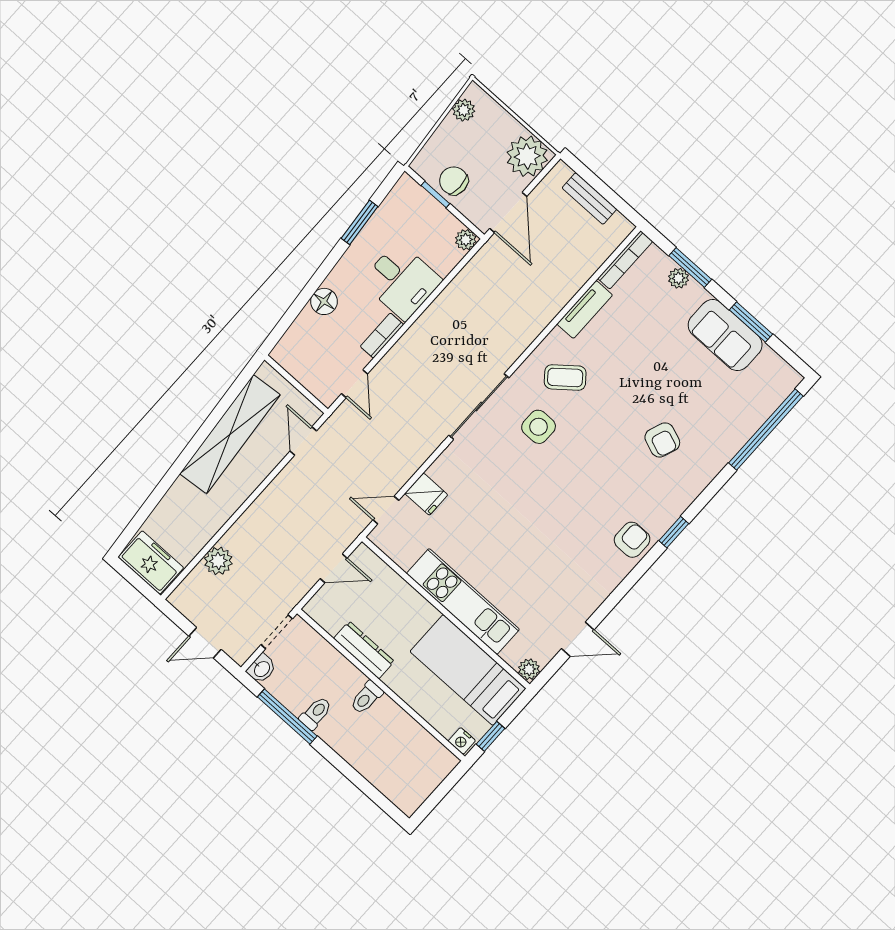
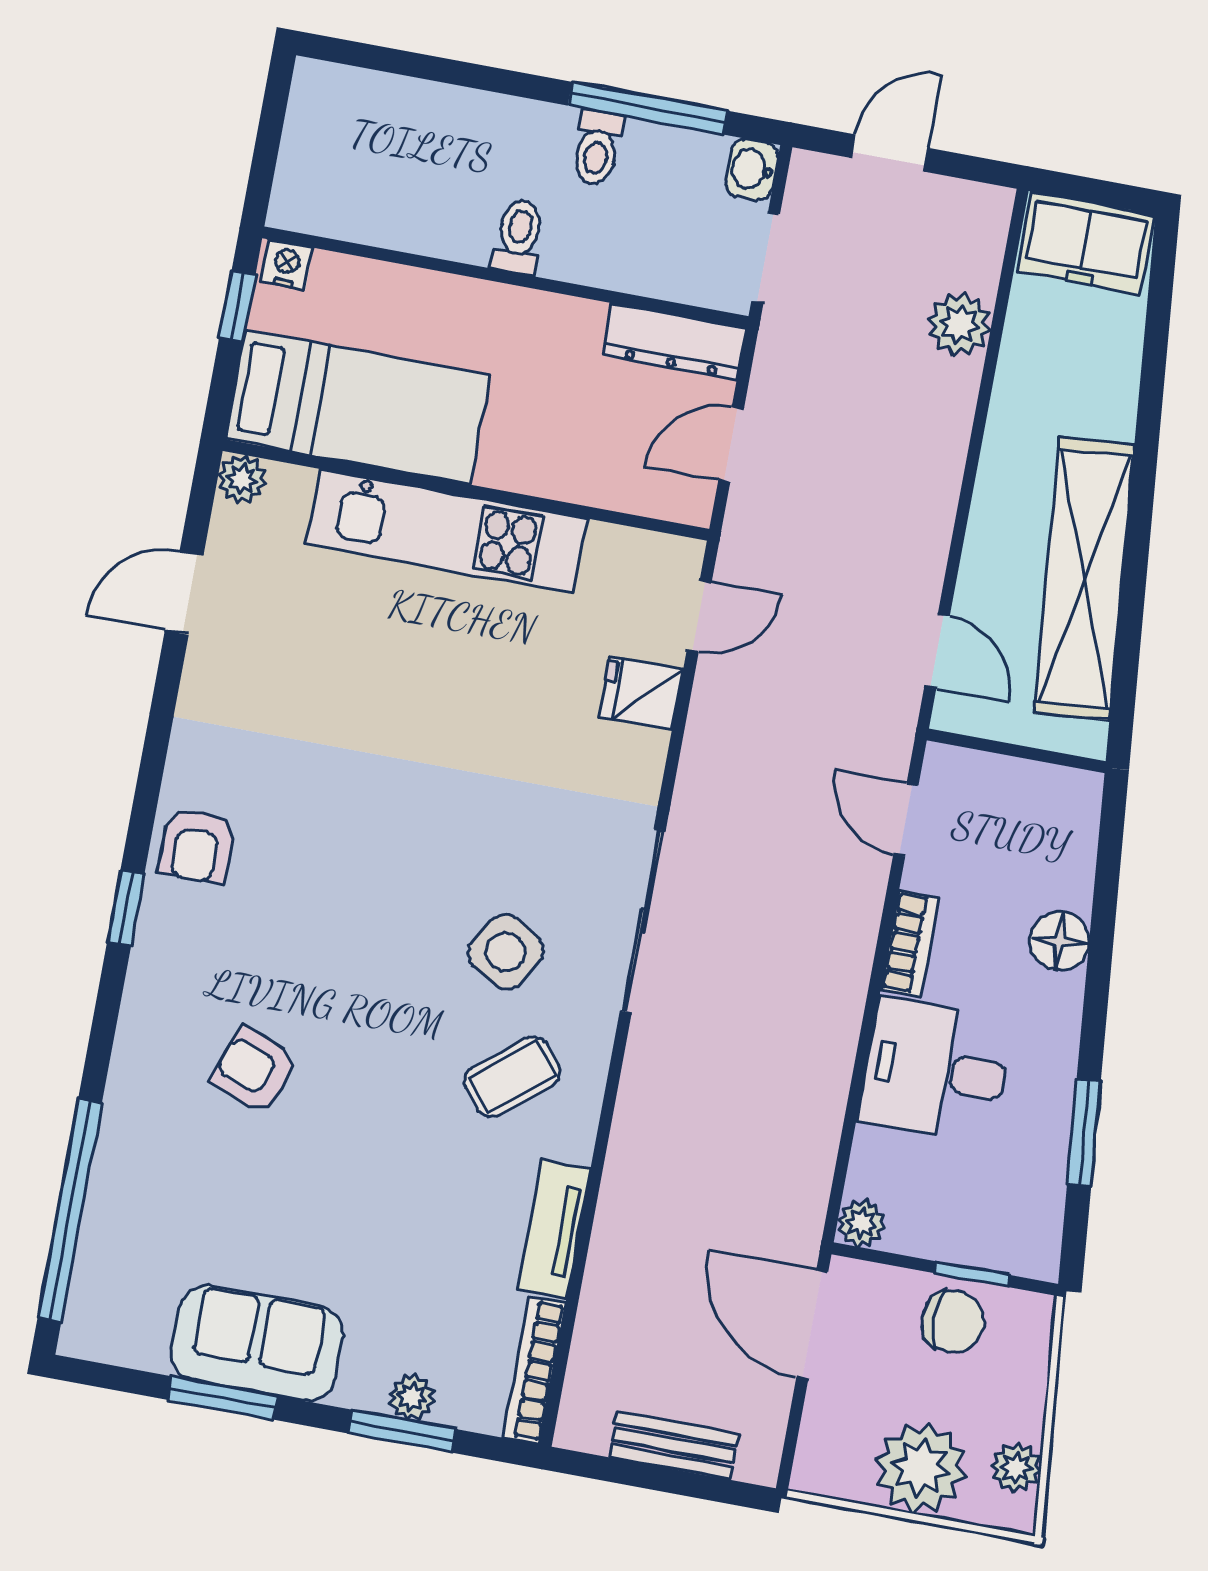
plant: (527, 156) -> (921, 1468), moved
side table: (539, 427) -> (506, 952), turned 30
dresser: (364, 650) -> (675, 342), moved

